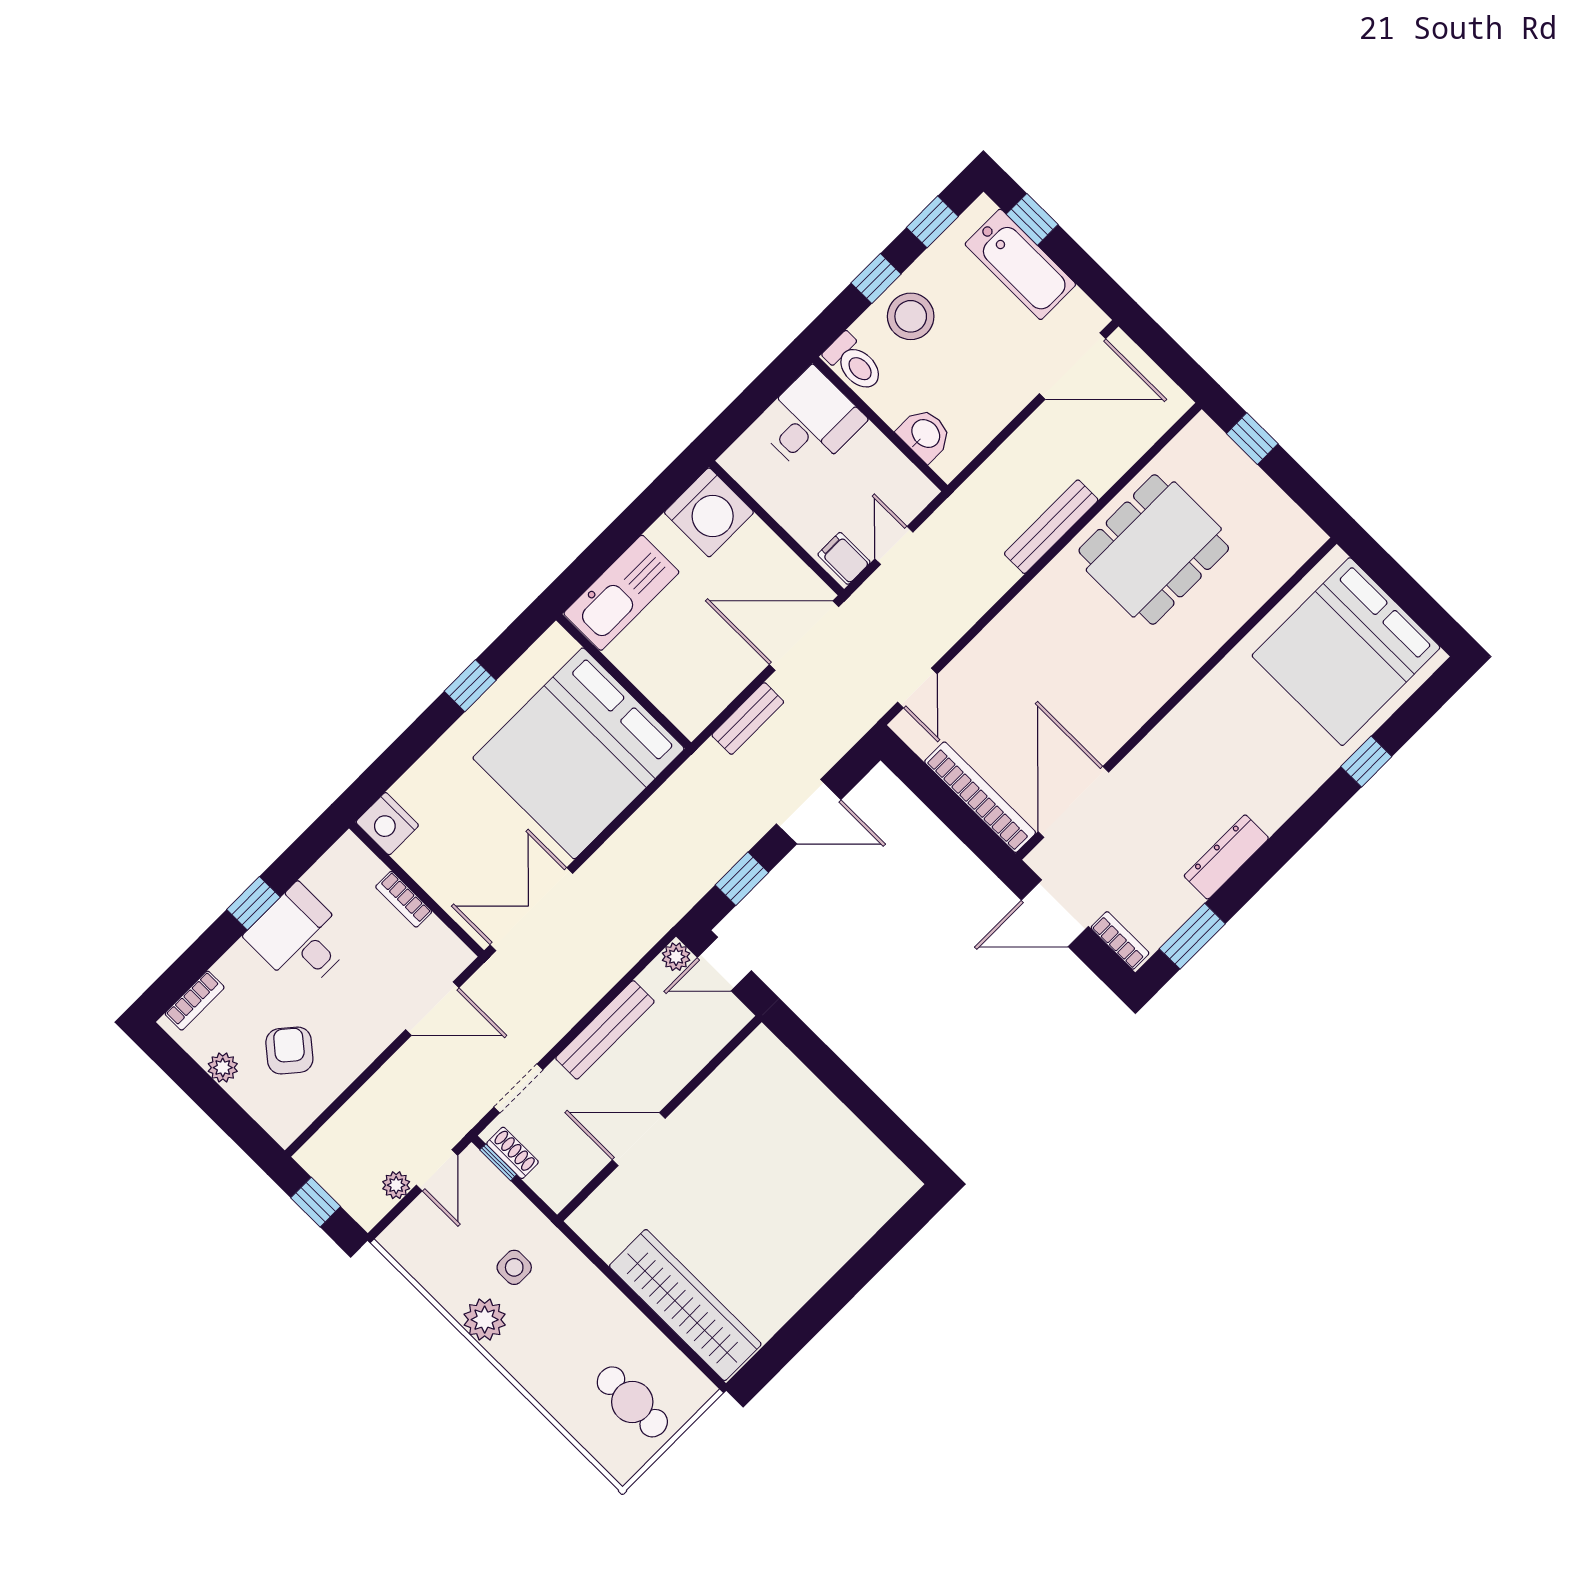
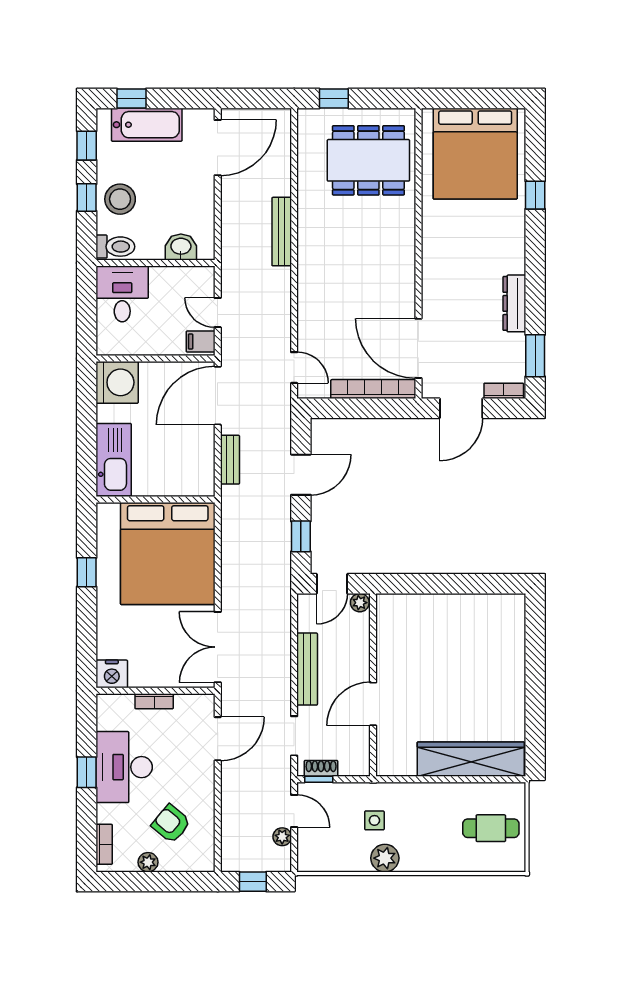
dining table: (1154, 549) -> (368, 160), moved, turned 90
desk: (300, 938) -> (124, 767), width x1.37
plant: (676, 957) -> (360, 603), moved

